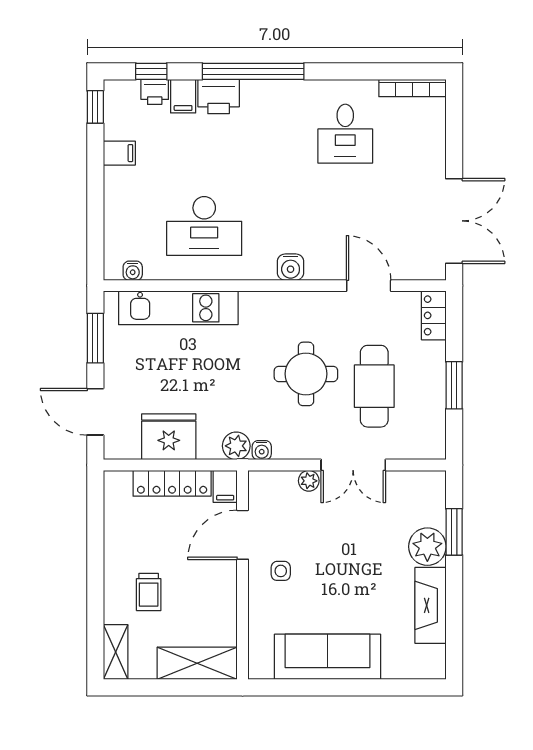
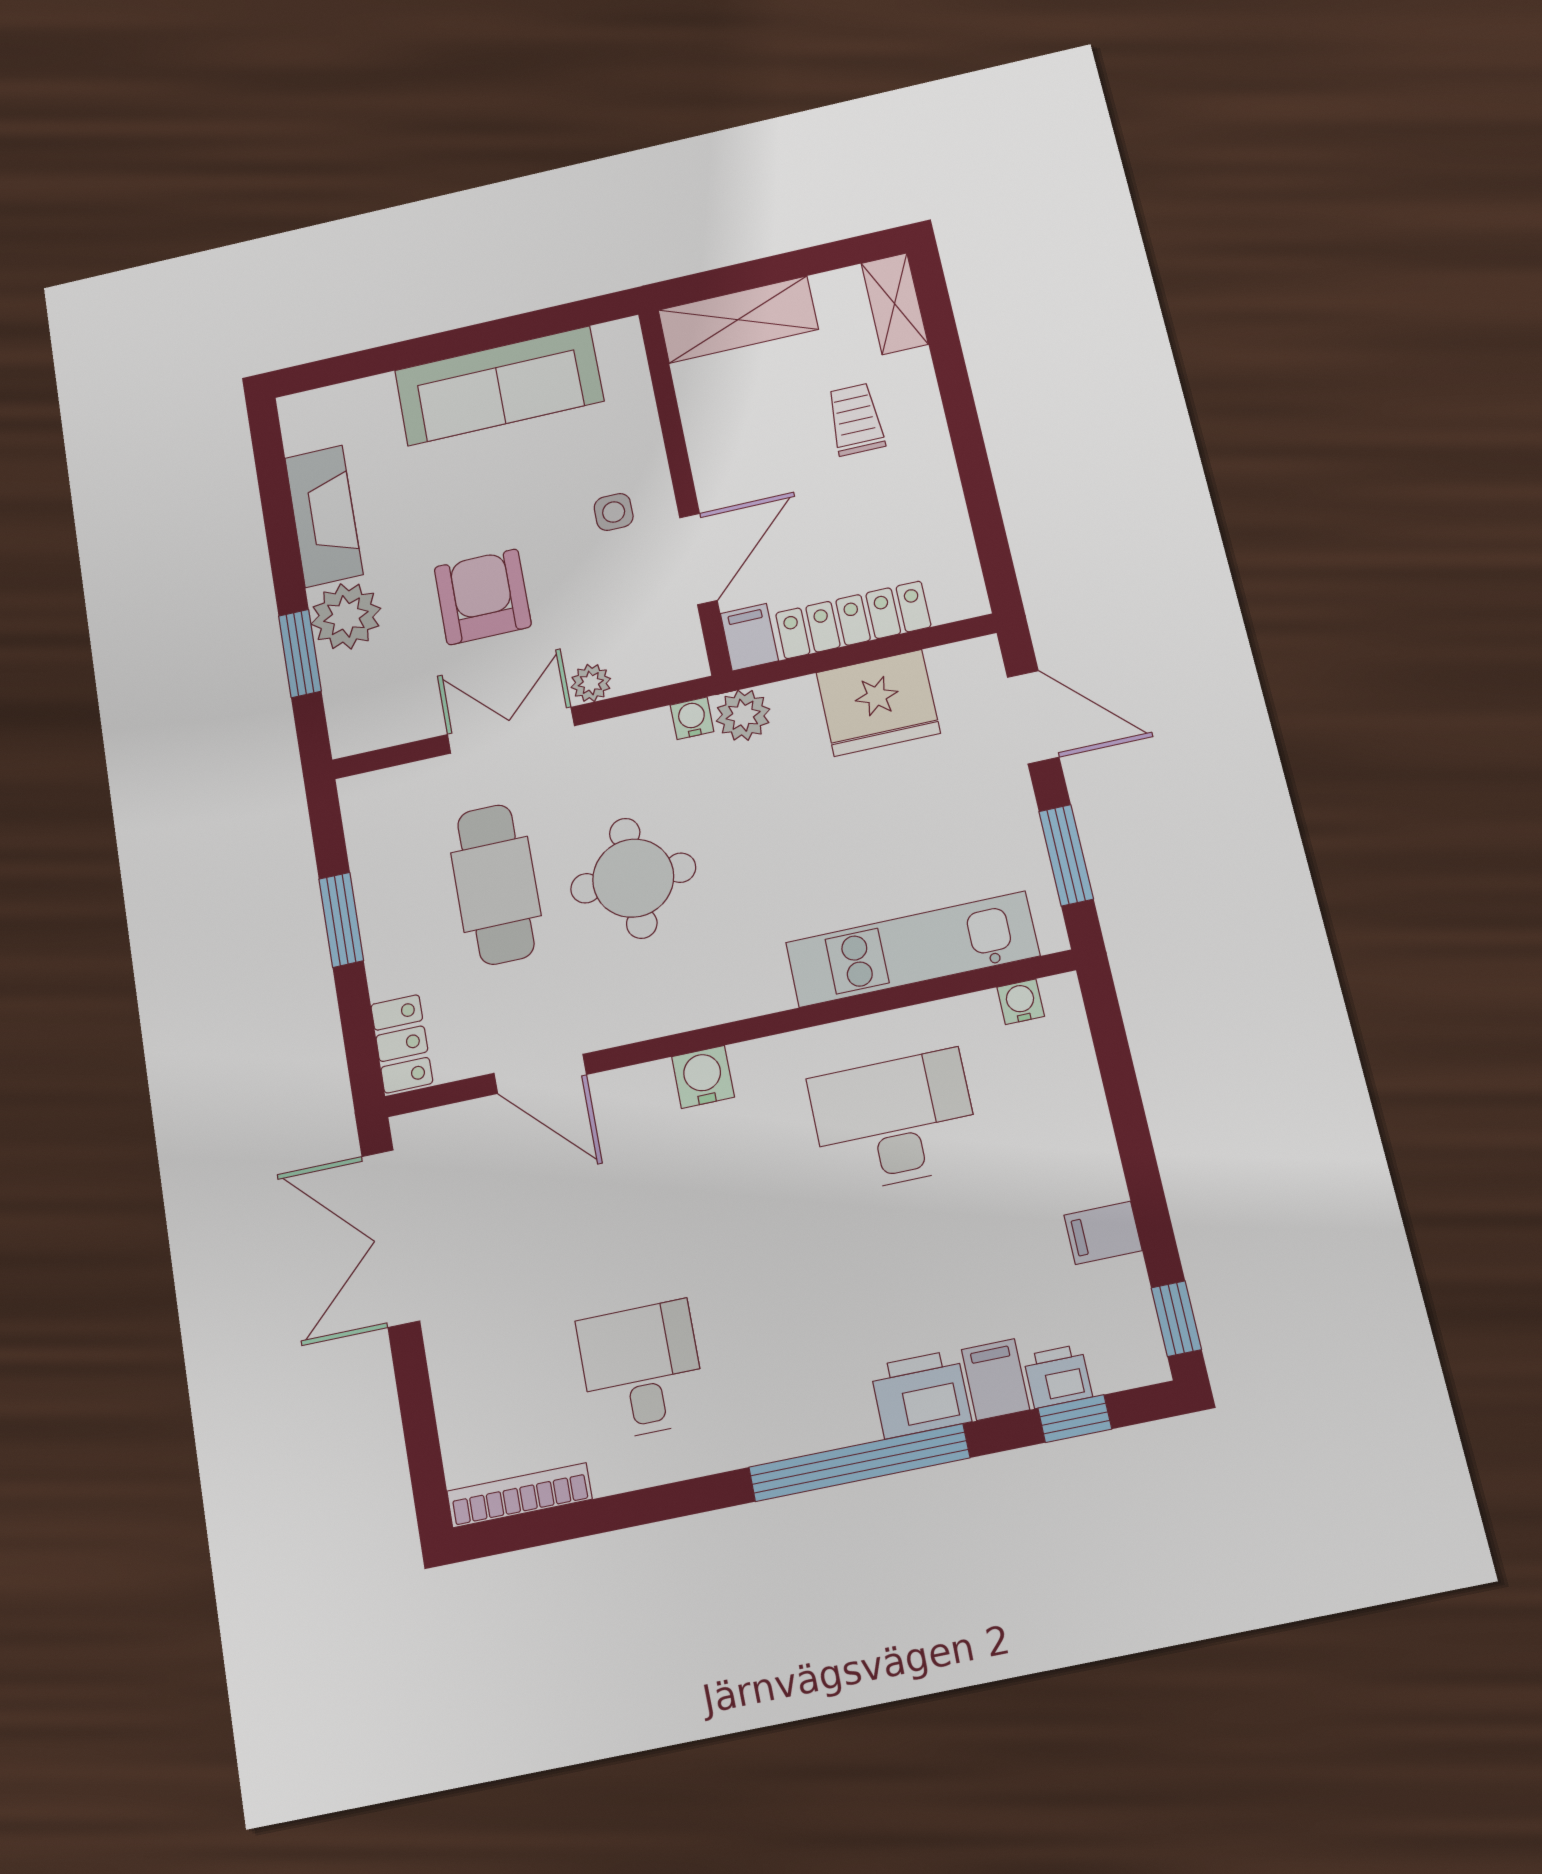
armchair: (355, 540) -> (483, 597), added

